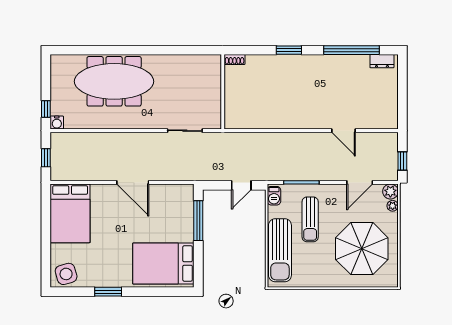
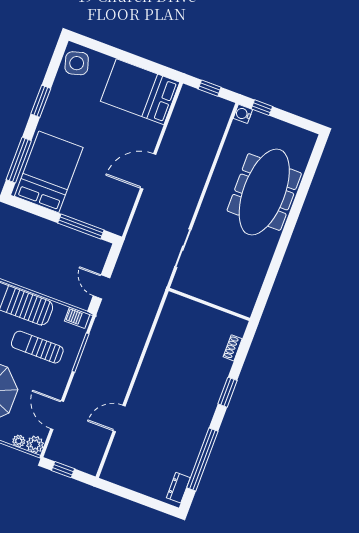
shoe rack: (235, 59) -> (233, 348), moved
window: (163, 292) -> (19, 160), added

